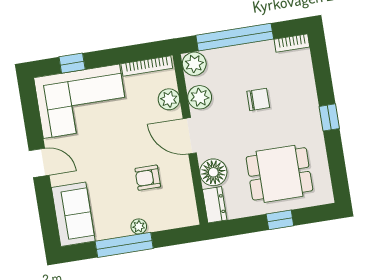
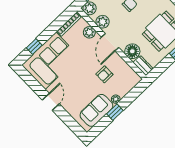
door: (190, 136) -> (110, 42), hinge flipped
door: (39, 163) -> (51, 102), hinge flipped
sofa: (73, 214) -> (96, 110), moved, turned -90
window: (124, 245) -> (115, 112), width x0.46

